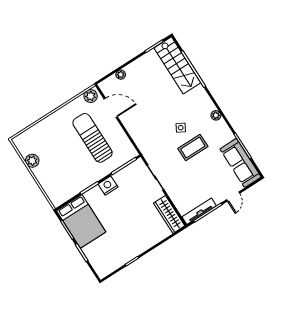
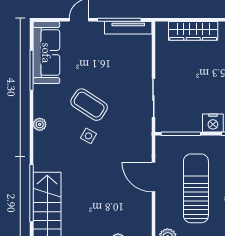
door: (111, 108) -> (153, 177), moved
sun lounger: (92, 138) -> (196, 188), turned 180
coffee table: (193, 147) -> (89, 105), turned 33
wardrobe: (169, 214) -> (193, 31), moved, turned 90

